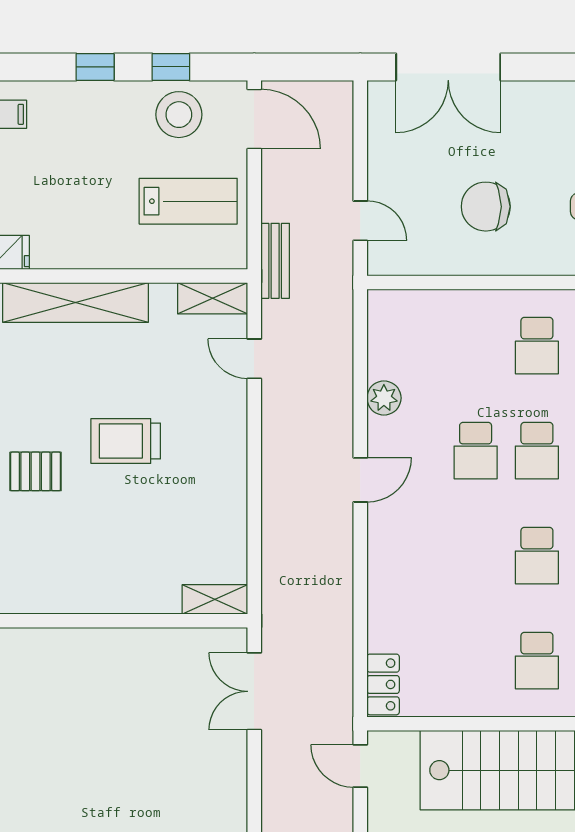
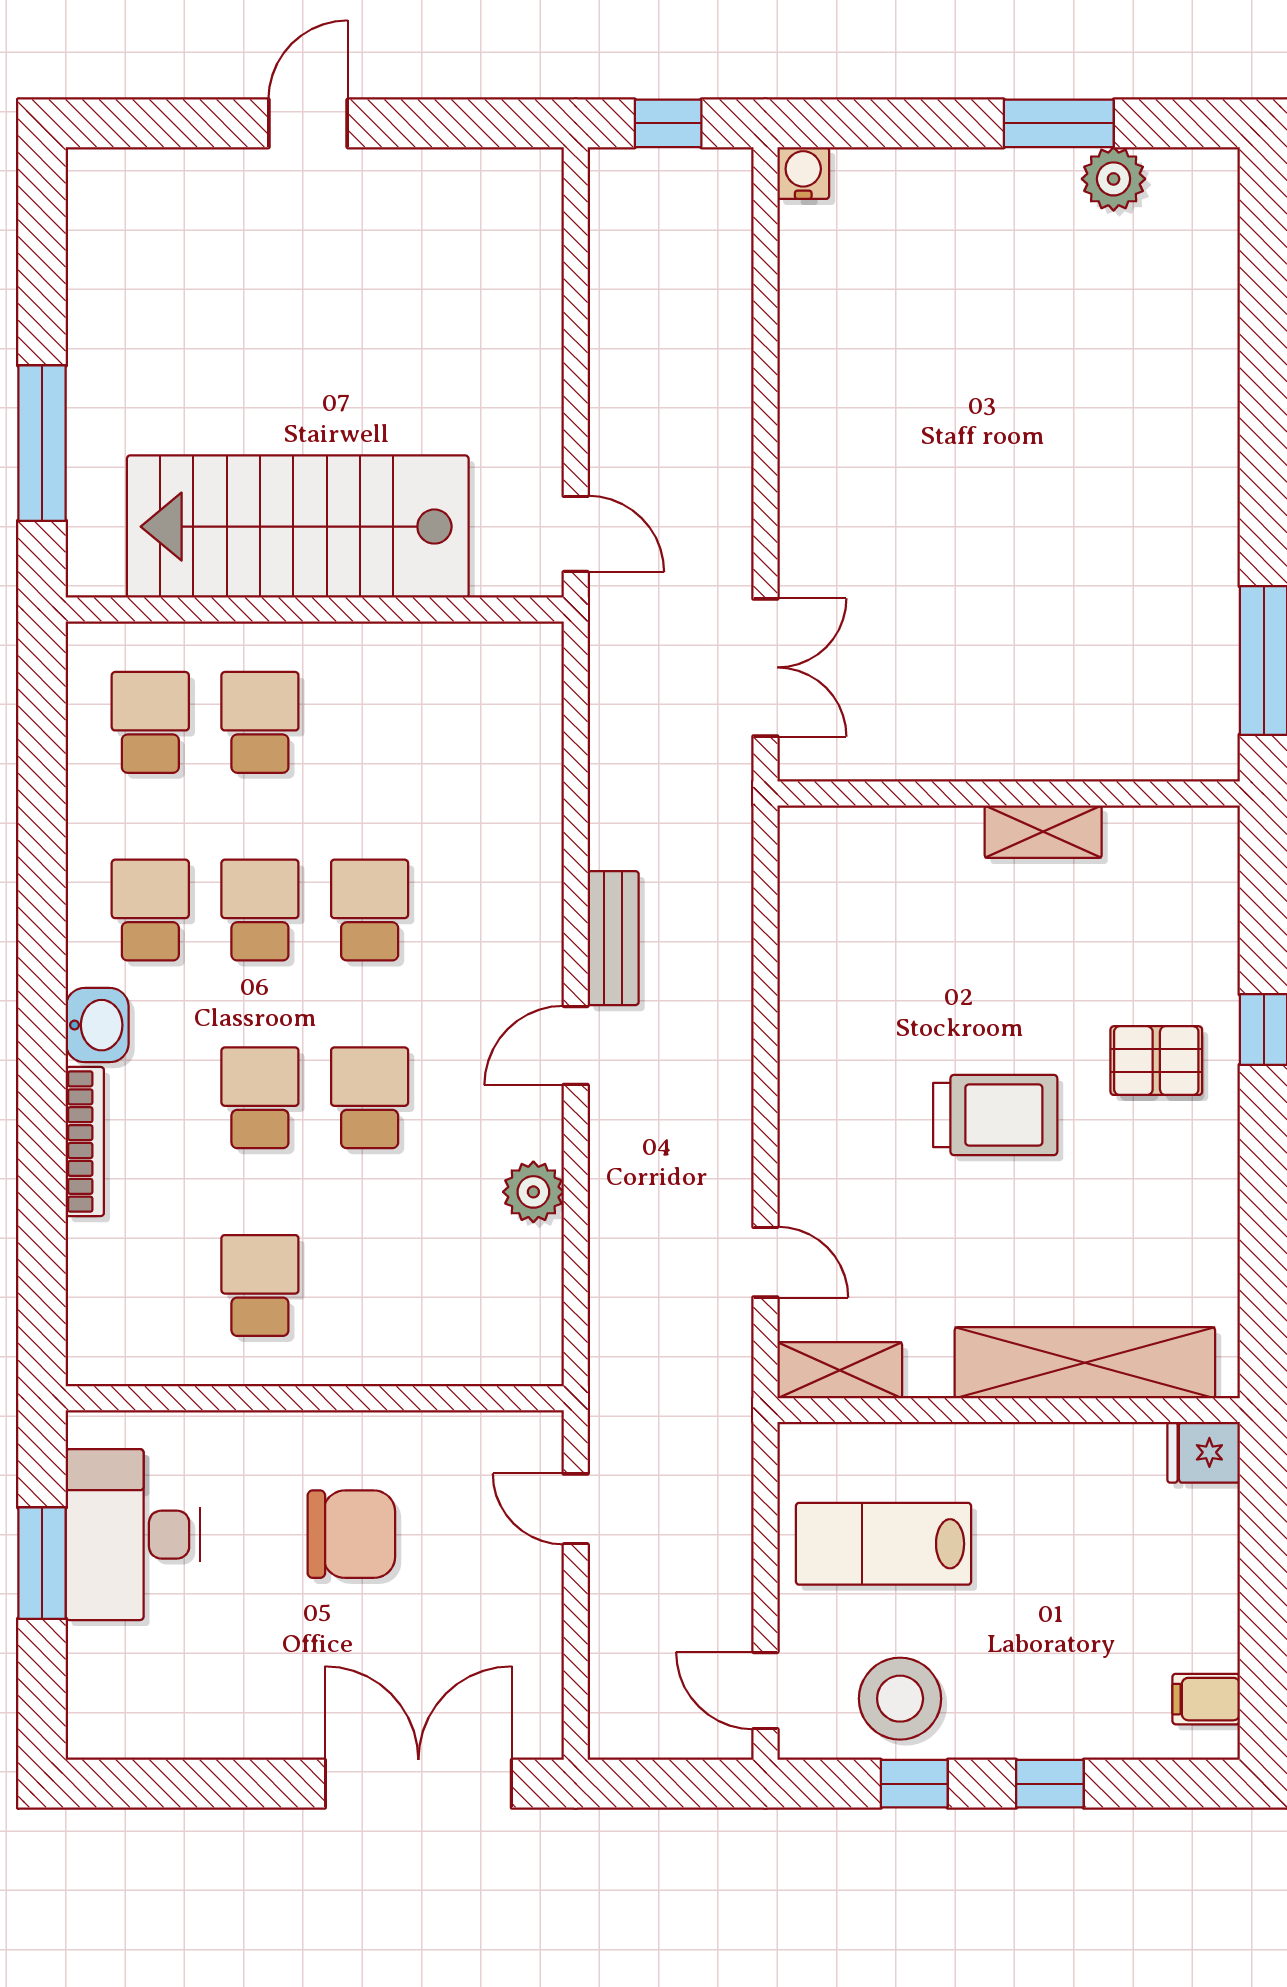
door: (254, 119) -> (765, 1691), width x0.73
bench: (275, 261) -> (613, 938), moved
school desk: (476, 556) -> (370, 910), added
shelving: (215, 599) -> (1043, 832), moved
locker: (383, 684) -> (535, 680), removed

